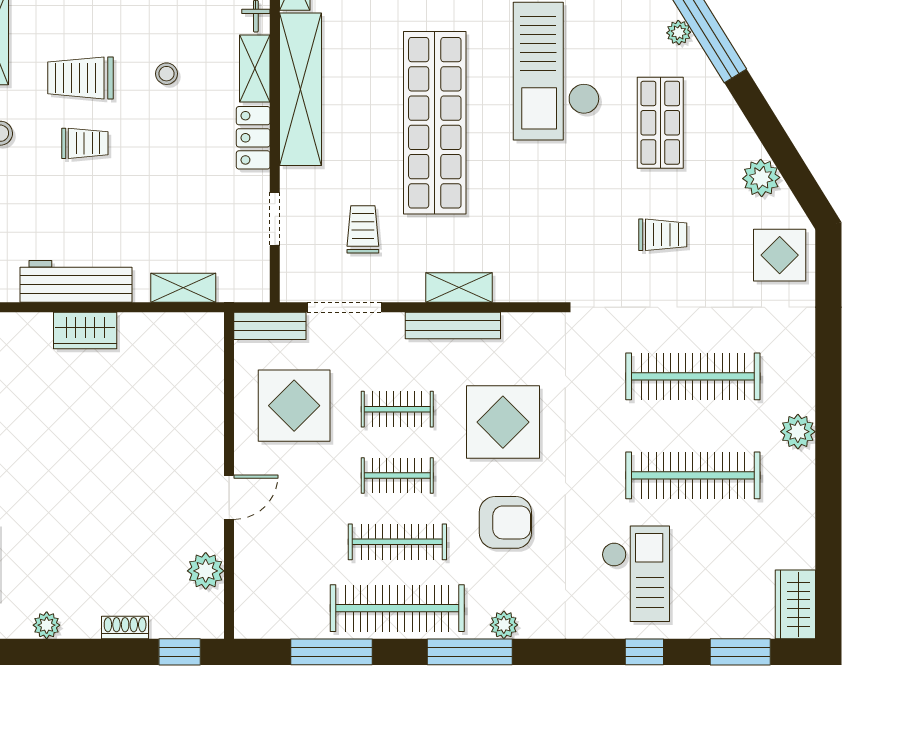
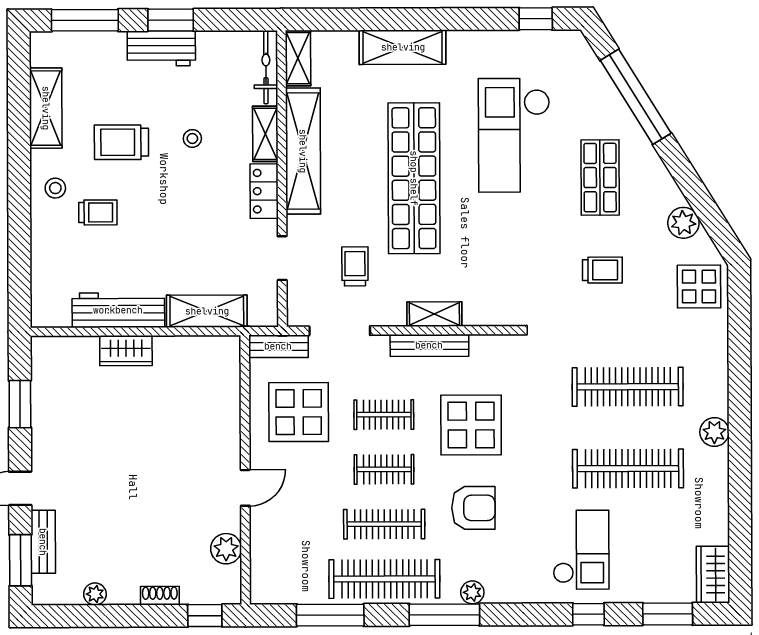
plant: (679, 32) -> (615, 103), removed
trolley: (85, 143) -> (98, 212), moved
shelving: (183, 288) -> (207, 311), width x1.50, depth x1.33

